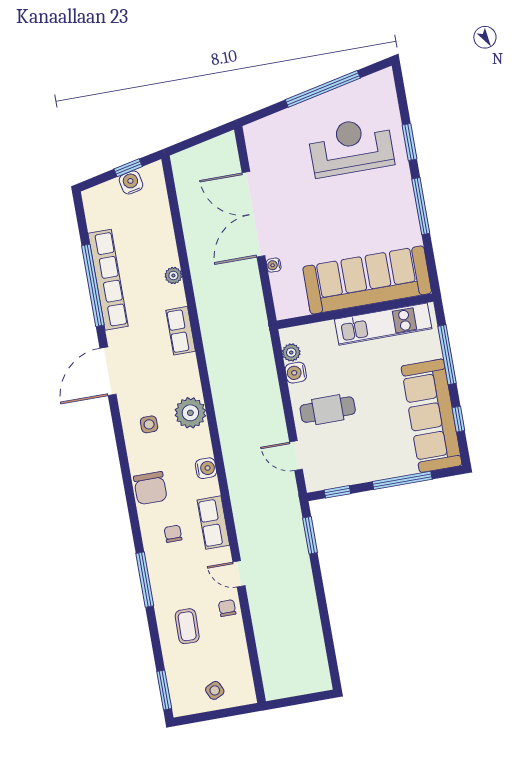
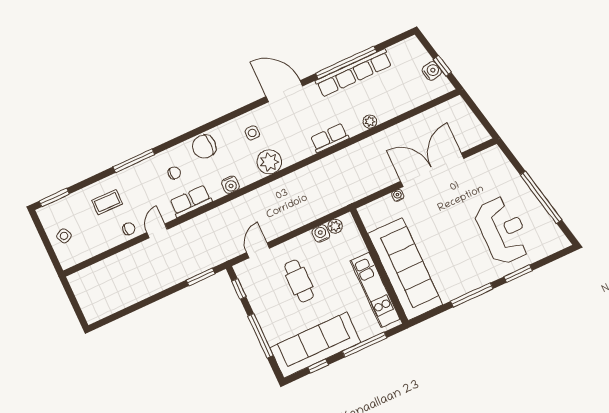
cafe table: (328, 410) -> (299, 281), moved

